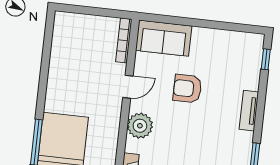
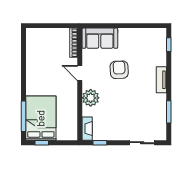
door: (128, 87) -> (80, 73), swing flipped
armchair: (187, 89) -> (119, 70), turned 87

